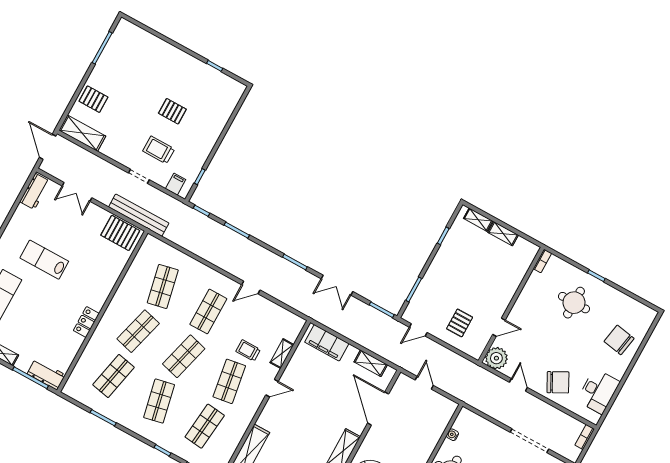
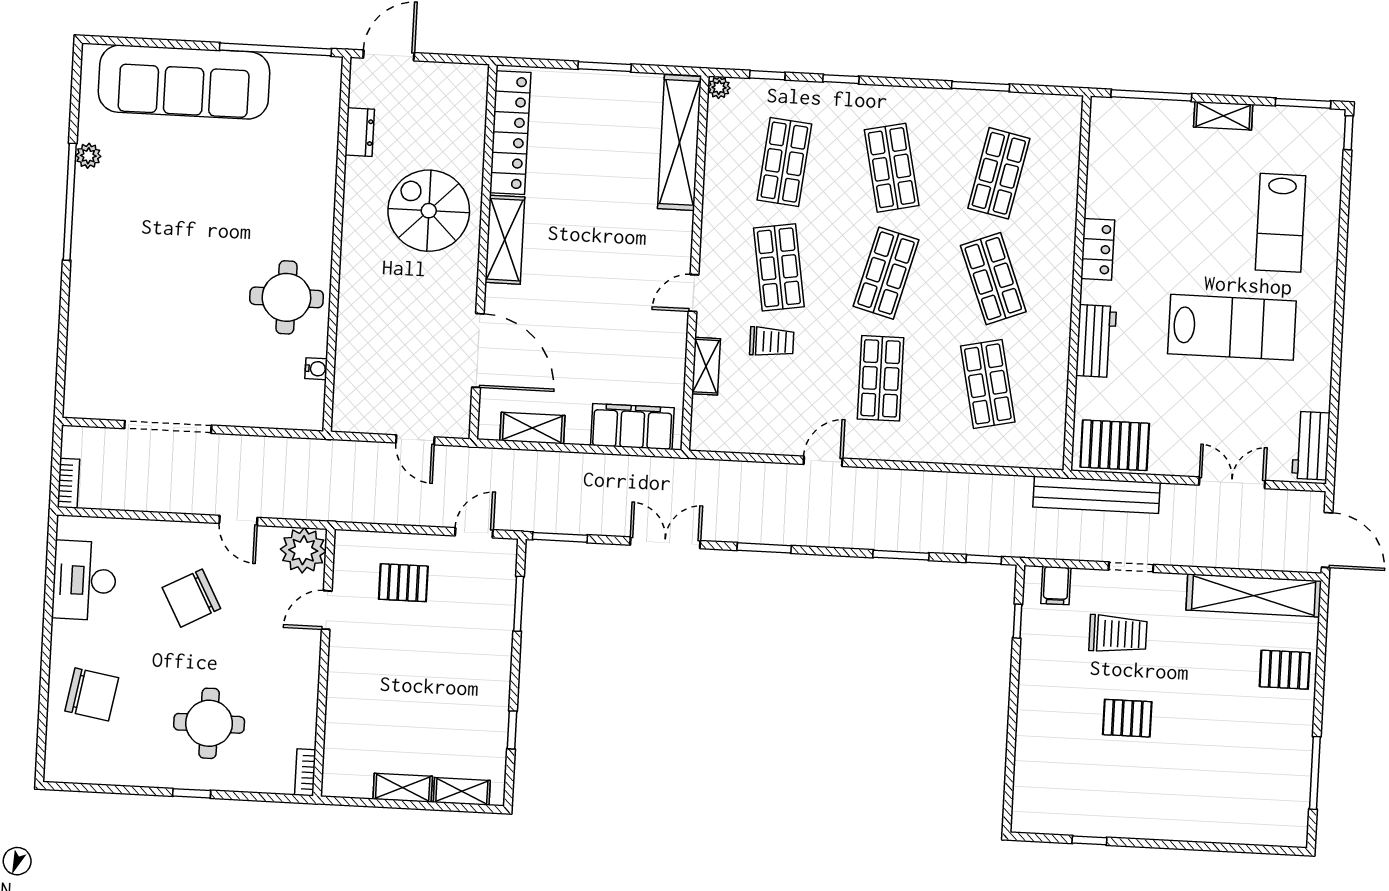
shelving: (82, 133) -> (1254, 595), width x1.47
lab bench: (44, 260) -> (1232, 327), width x1.36, depth x1.39
pallet: (460, 323) -> (403, 583), turned 90
shop shelf: (138, 331) -> (993, 279), turned -36
workbench: (46, 374) -> (1096, 341), moved, turned -90
chair: (558, 382) -> (191, 598), moved

